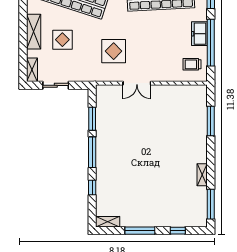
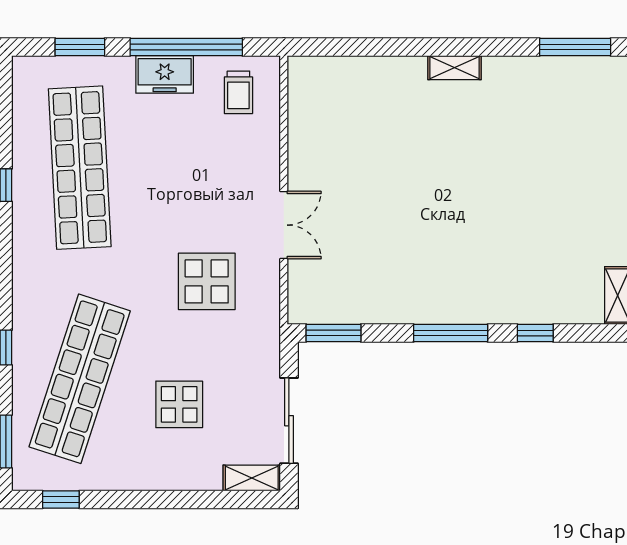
shelving: (34, 32) -> (160, 474), removed
sliding door: (56, 85) -> (289, 421), width x1.37
window: (92, 119) -> (333, 333), moved
window: (211, 121) -> (375, 47), removed
shelving: (202, 175) -> (454, 68), moved

